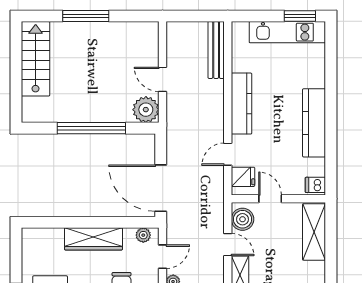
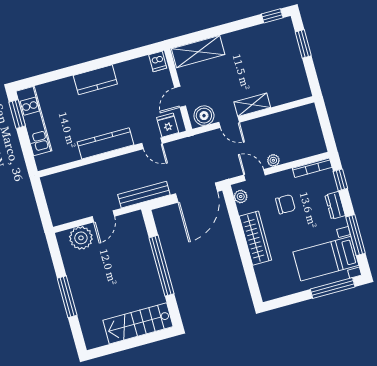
bench: (216, 50) -> (144, 195), moved
stairs: (36, 59) -> (138, 323), moved
plant: (146, 110) -> (81, 238), moved
kitchen counter: (314, 123) -> (95, 80), width x0.67
door: (228, 245) -> (229, 122), swing flipped

